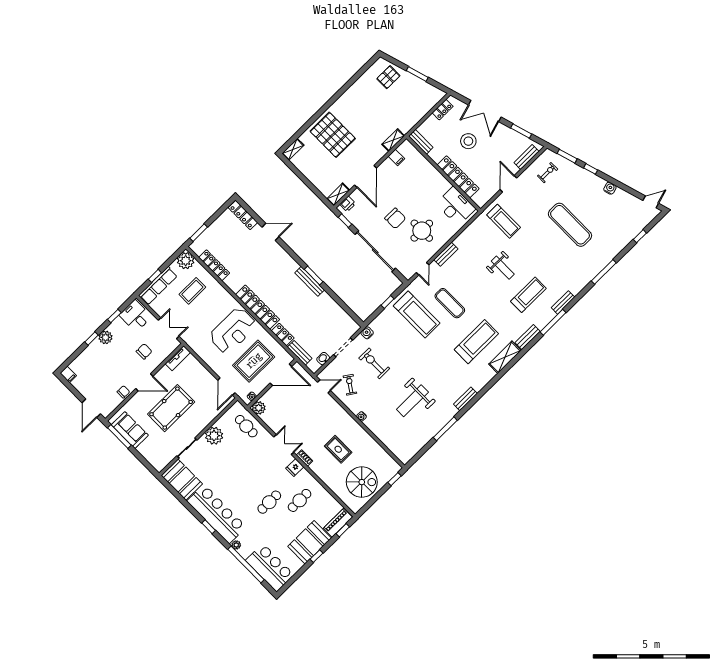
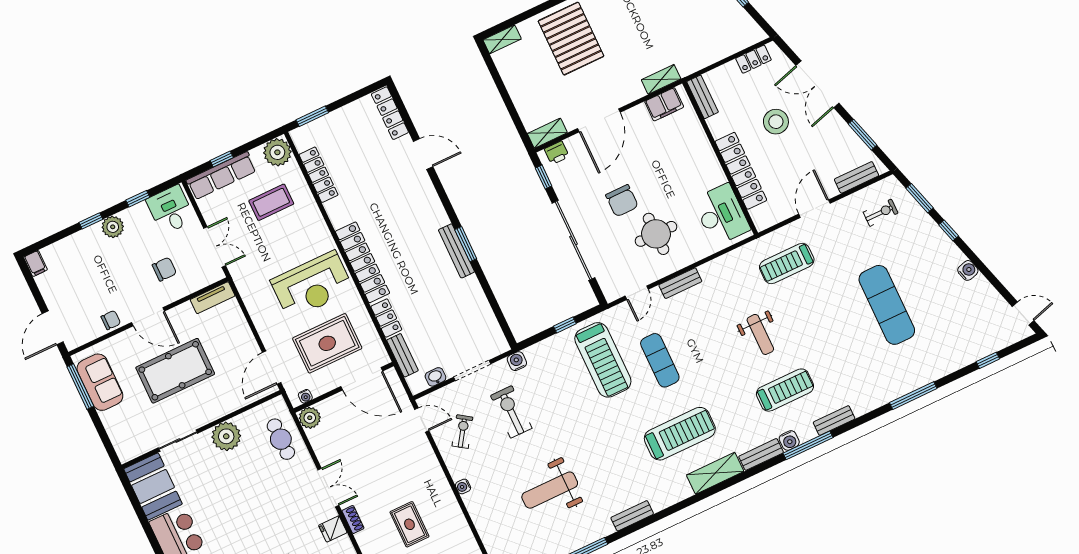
filing cabinet: (396, 157) -> (664, 104), width x2.00
treadmill: (504, 221) -> (787, 264), turned 90
water cooler: (541, 323) -> (789, 440), added

